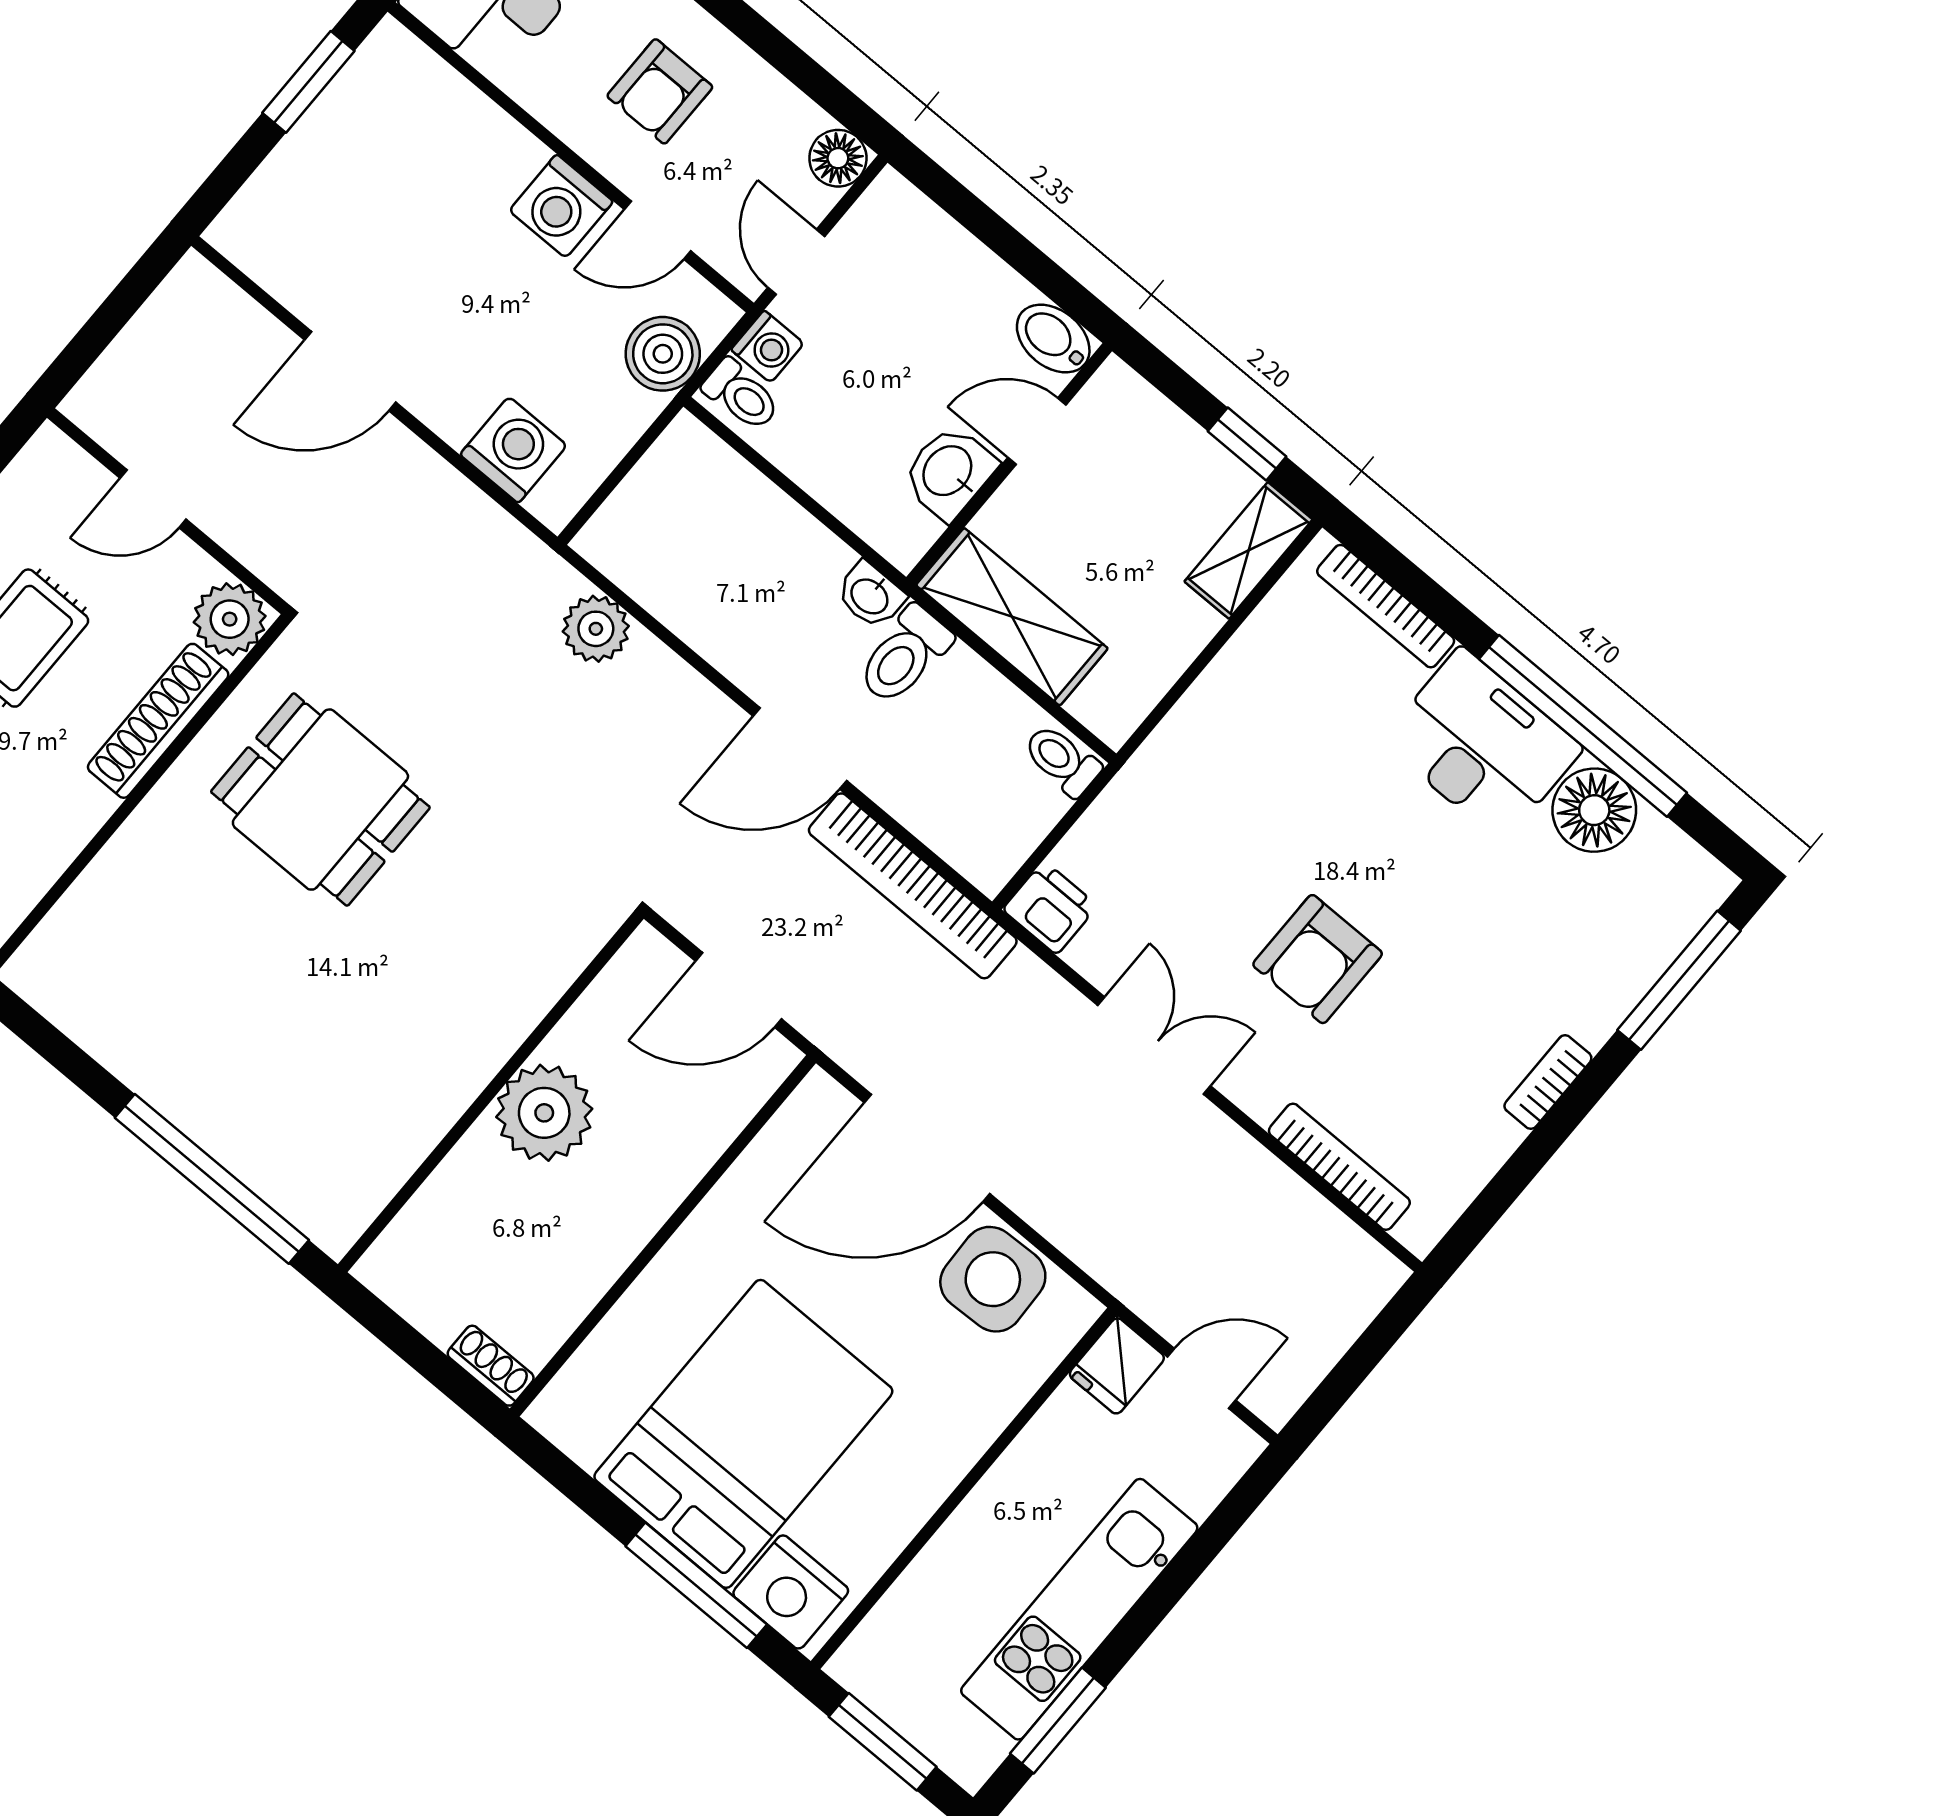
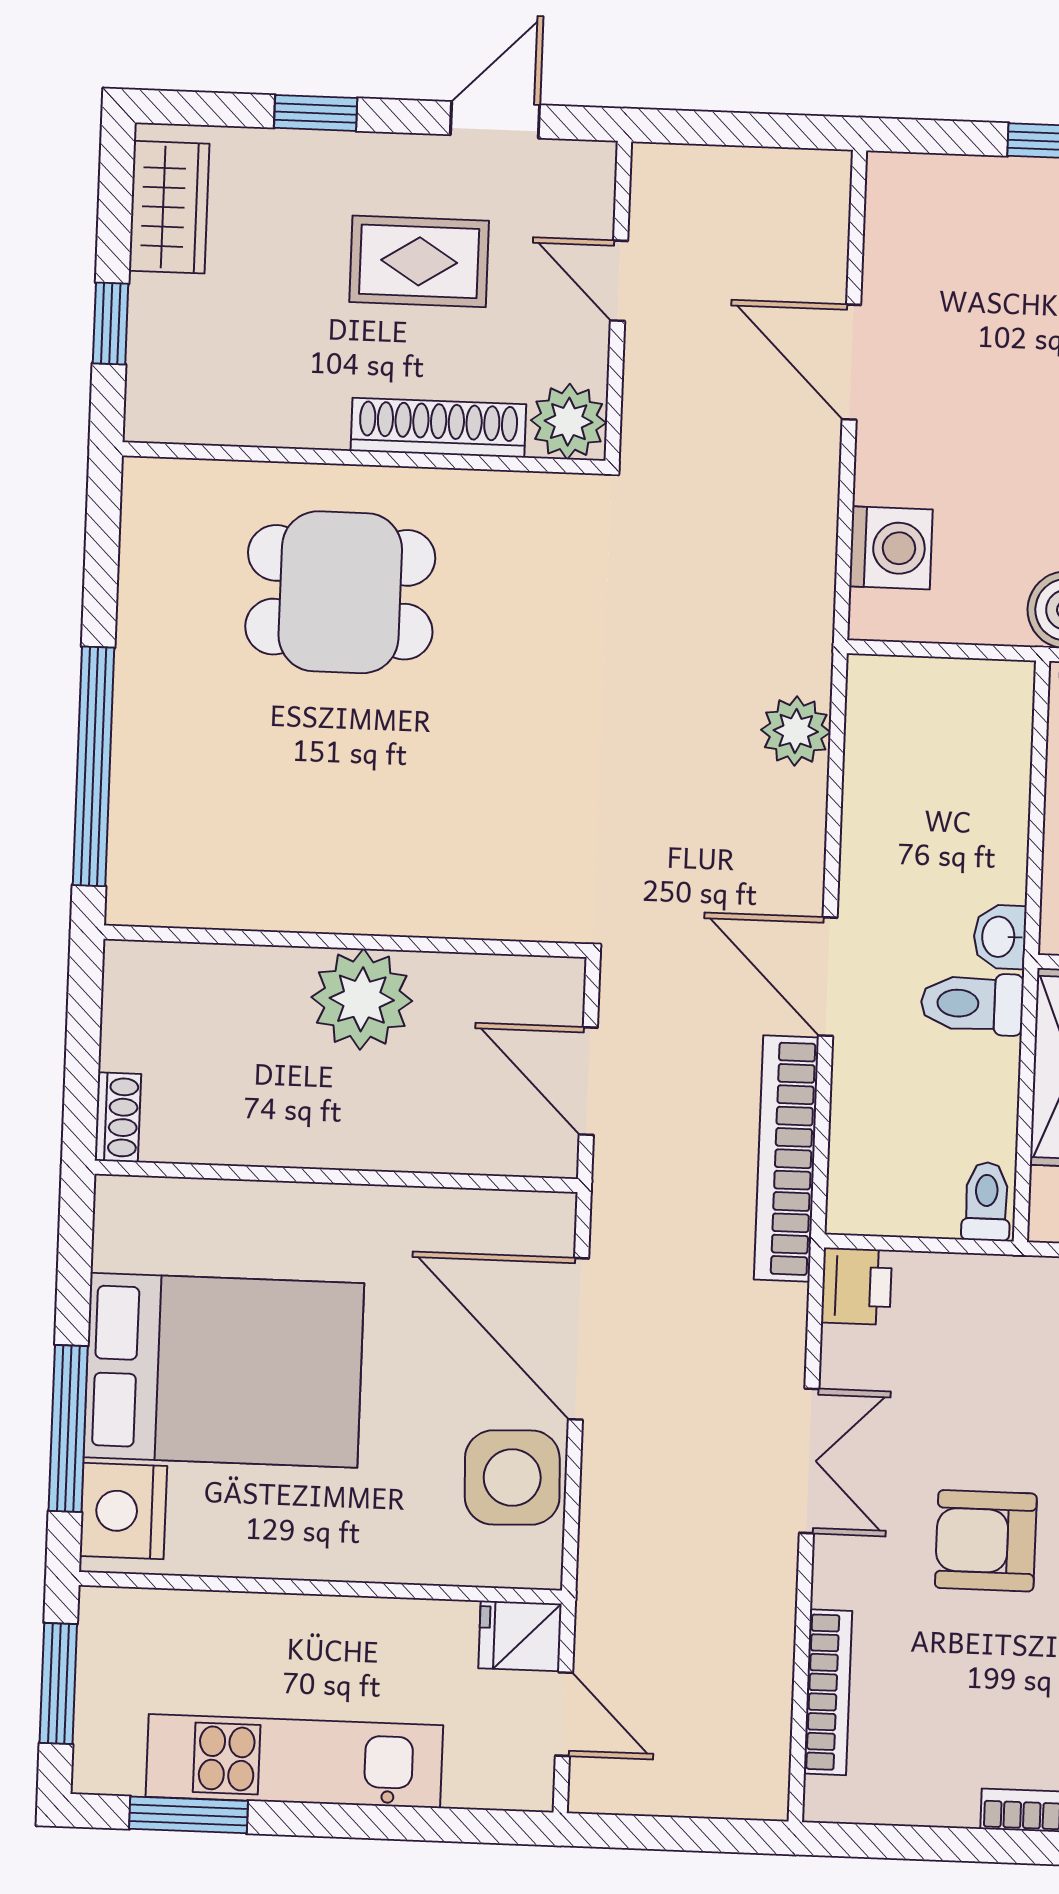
dining table: (320, 800) -> (340, 592), moved, turned 90

